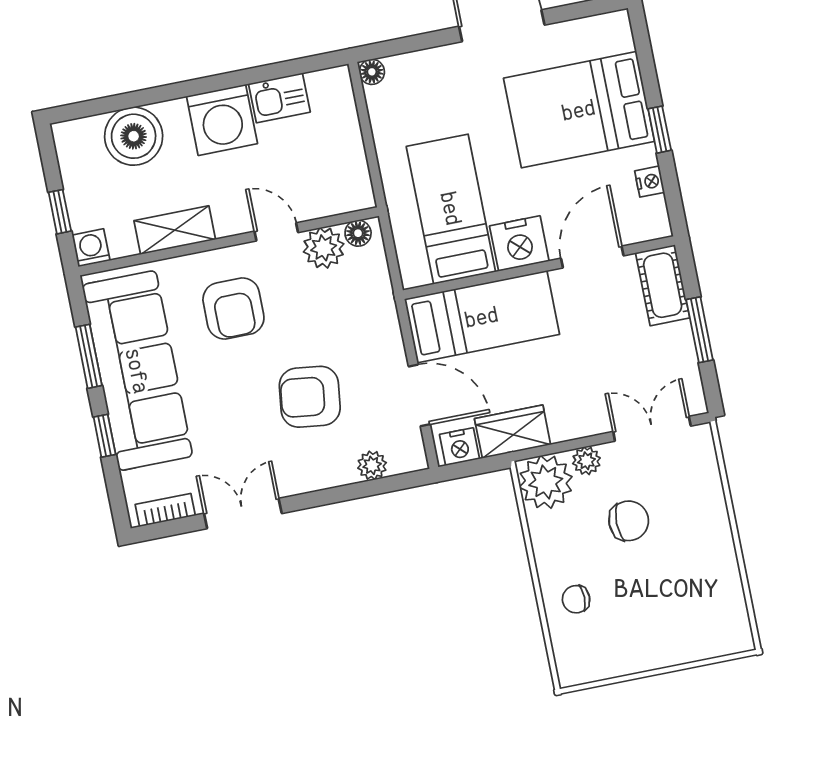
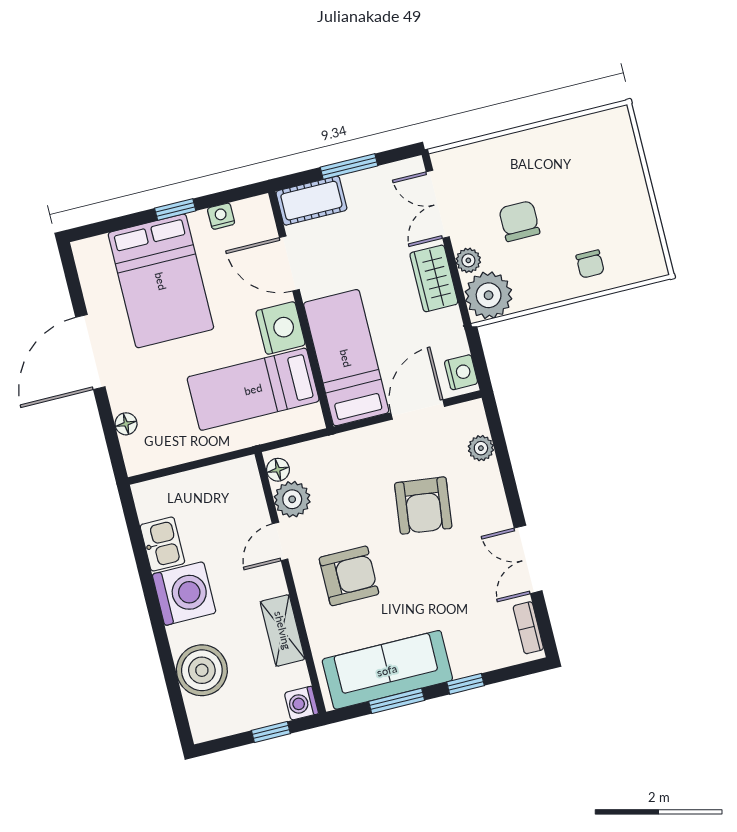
floor lamp: (372, 72) -> (126, 424), moved
sofa: (137, 371) -> (387, 670), width x0.74, depth x0.79
wardrobe: (513, 432) -> (434, 278), moved

